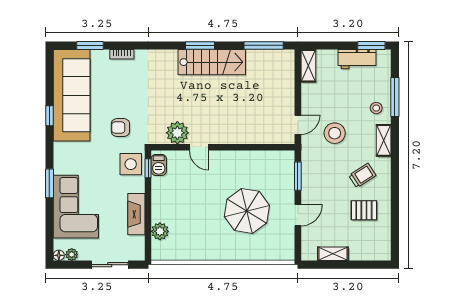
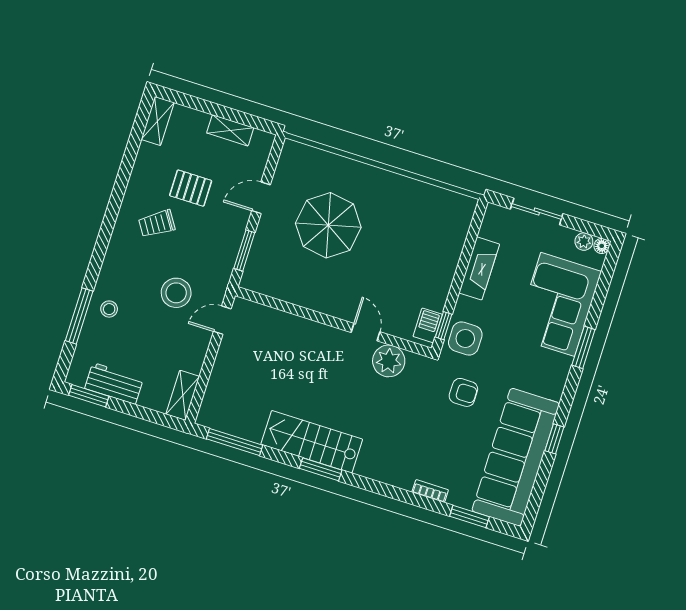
shelving: (384, 140) -> (158, 121), moved
pallet: (364, 210) -> (191, 188), moved
plant: (160, 231) -> (455, 235), removed

